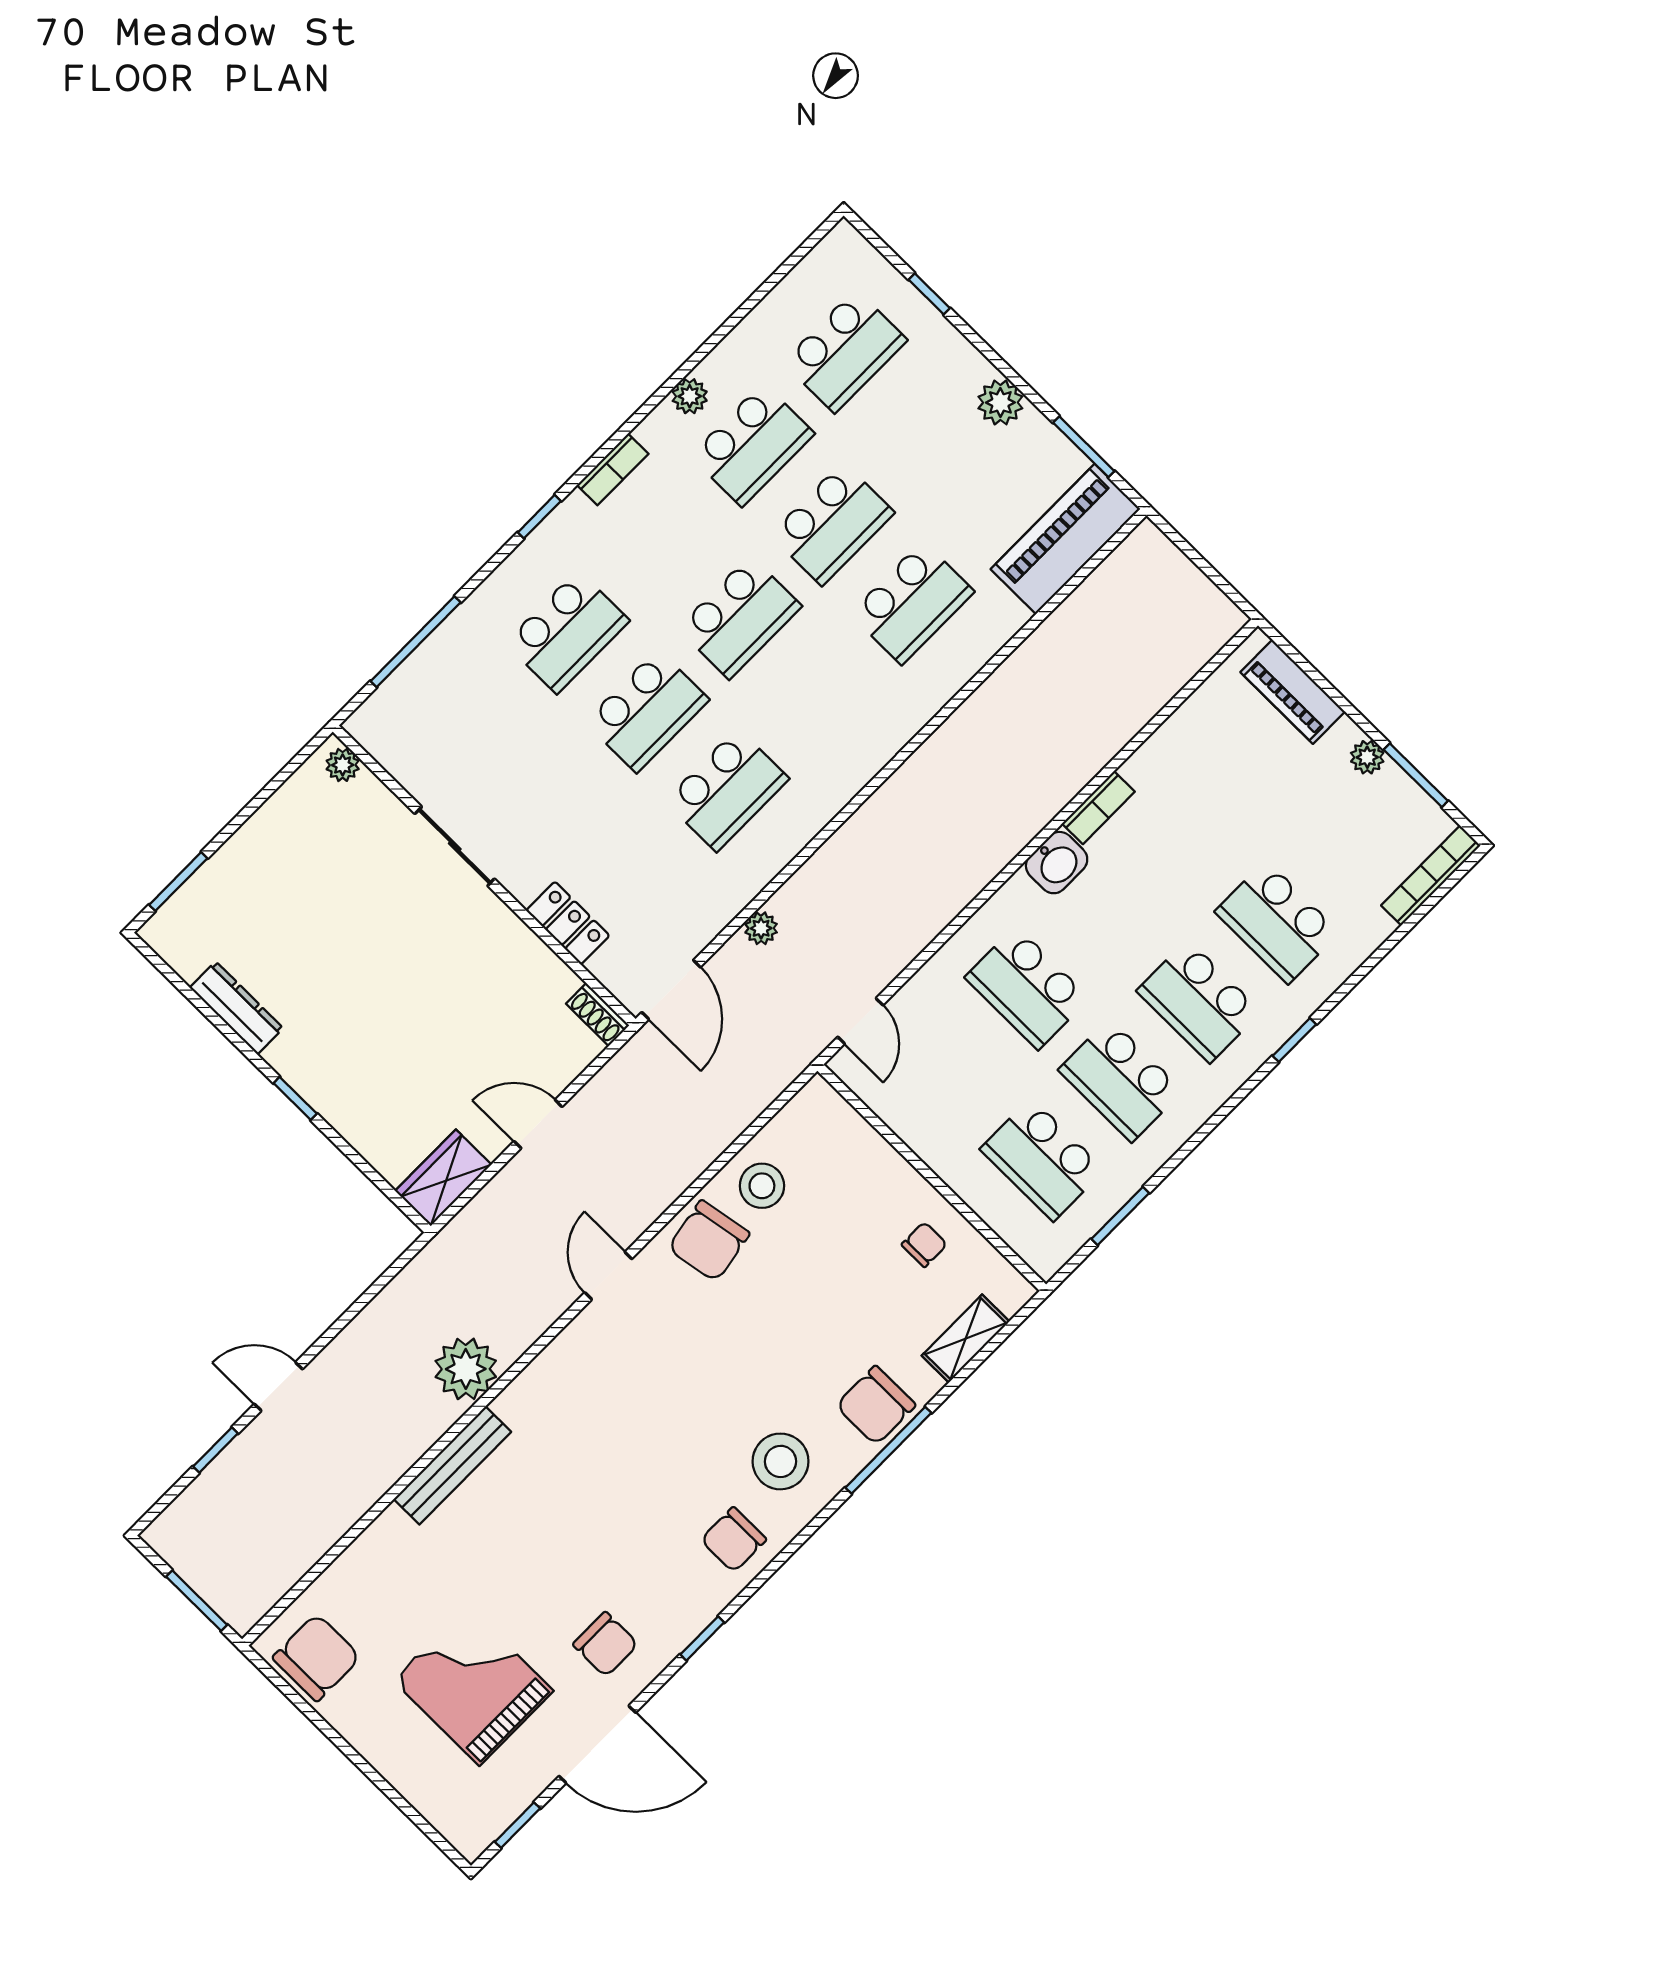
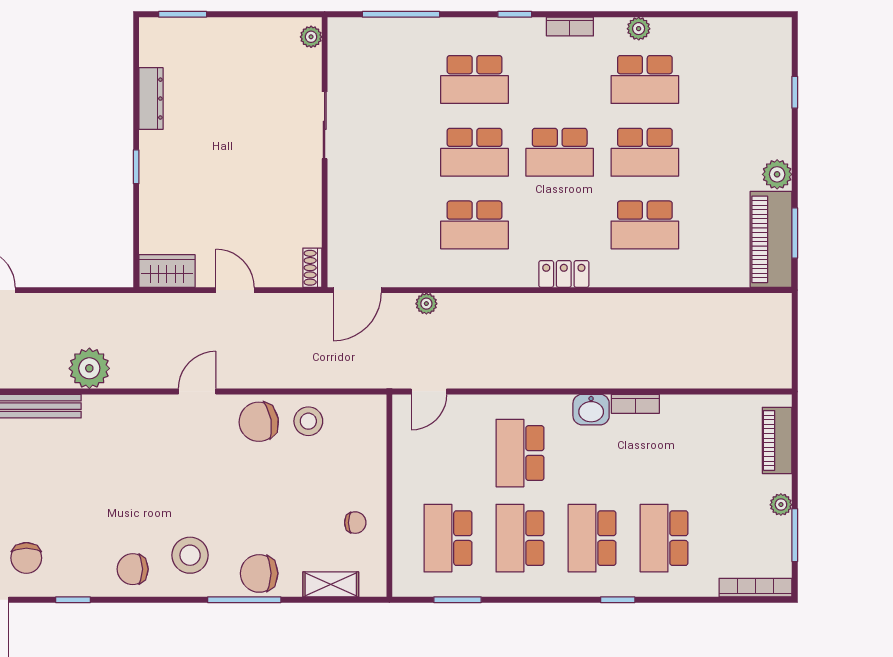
school desk: (845, 351) -> (730, 80), removed
piano: (1065, 539) -> (771, 239), moved, turned -90
locker: (568, 923) -> (564, 274), moved, turned -90

